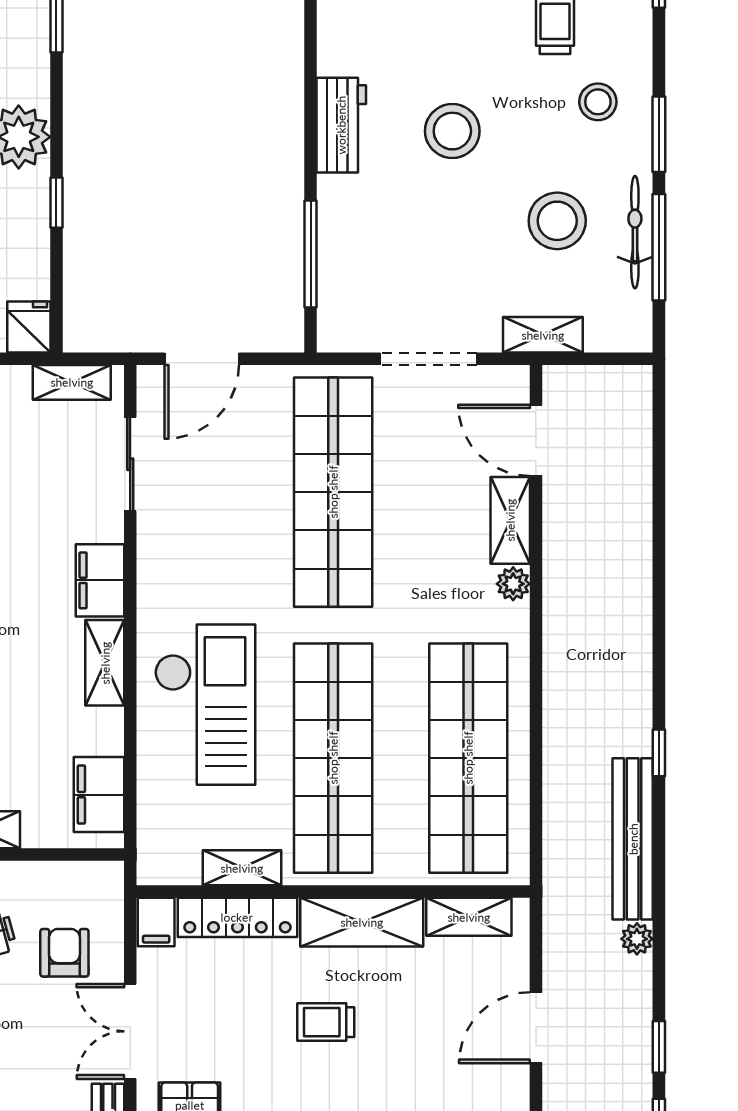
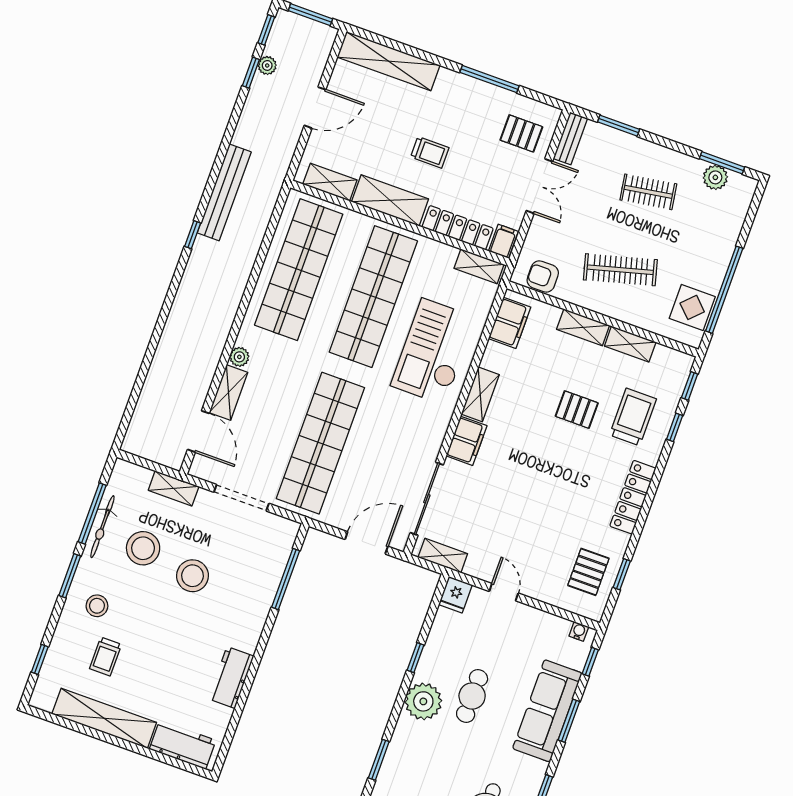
workbench: (341, 125) -> (231, 677), moved
stool: (452, 131) -> (193, 576), moved
sliding door: (130, 464) -> (427, 499), width x1.37
shelving: (242, 868) -> (479, 266), moved
plant: (637, 939) -> (267, 65), moved
armchair: (64, 953) -> (543, 277), moved, turned 90

